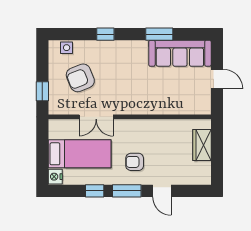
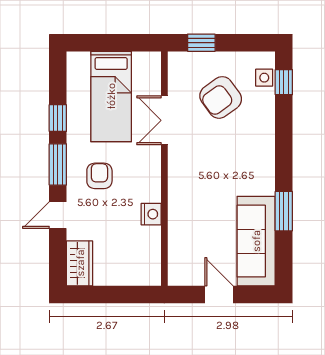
window: (105, 34) -> (284, 82), moved
armchair: (80, 78) -> (221, 97), turned -104
door: (217, 79) -> (219, 295), swing flipped
wardrobe: (202, 145) -> (80, 263), moved, turned 90
nightstand: (55, 177) -> (151, 214), moved, turned 90

